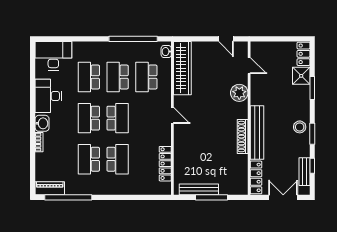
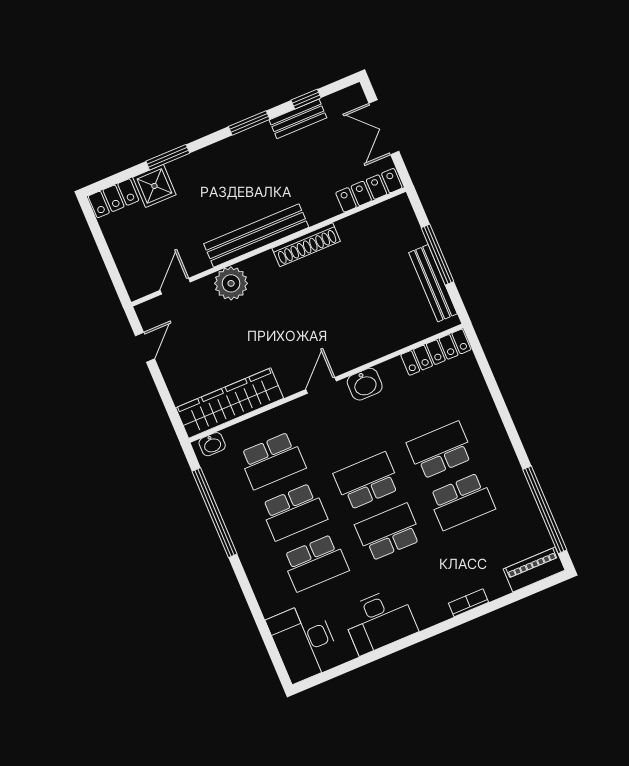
school desk: (89, 118) -> (388, 532), turned 180
washbasin: (42, 123) -> (365, 384), moved, turned 180
stool: (300, 127) -> (247, 151), removed
bench: (257, 133) -> (256, 235), moved
locker: (165, 164) -> (436, 352), moved
bench: (304, 172) -> (298, 119), moved
piano: (50, 188) -> (534, 570), moved, turned 90

